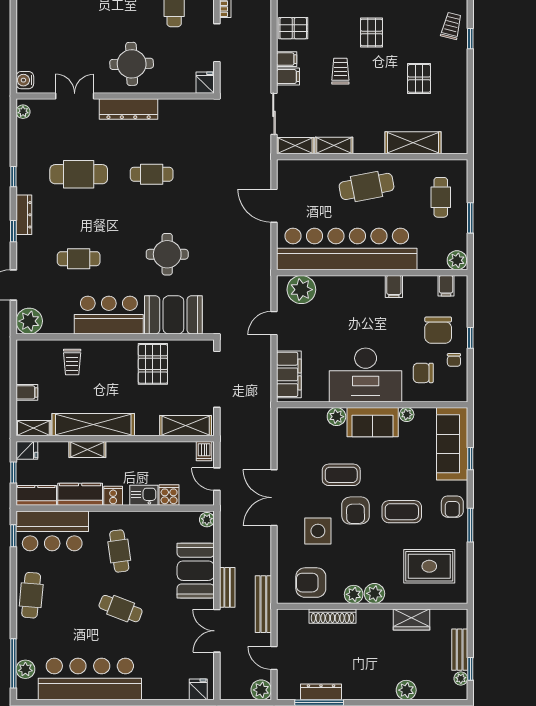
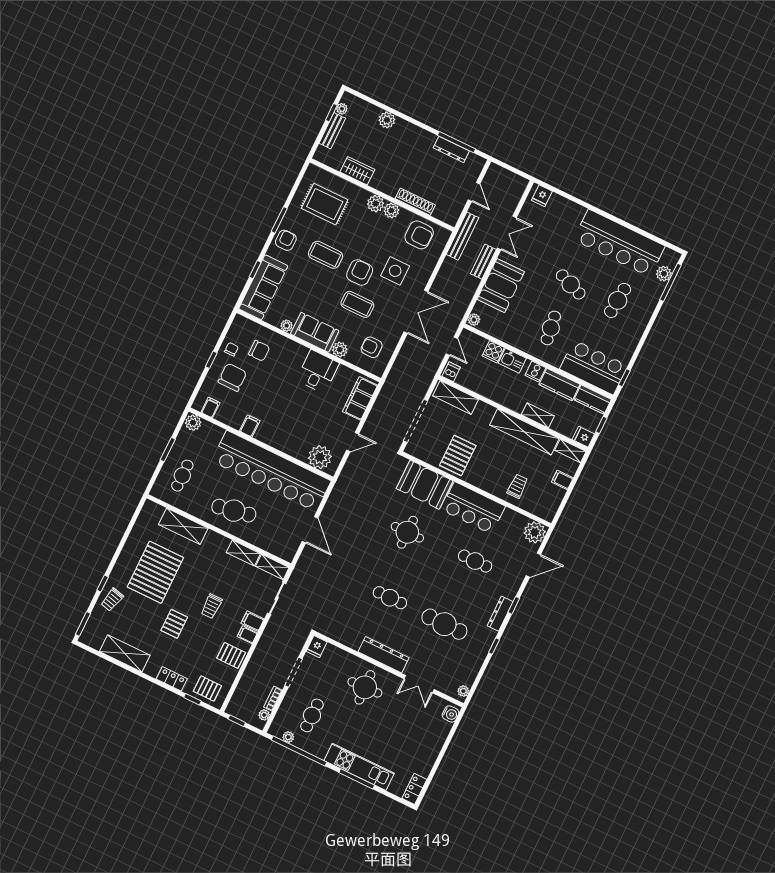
pallet: (419, 78) -> (155, 572), width x2.05, depth x2.00
desk: (366, 375) -> (318, 372), width x0.53, depth x0.77
armchair: (303, 436) -> (372, 347), added
cafe table: (31, 595) -> (618, 300), moved
plant: (261, 690) -> (495, 173), removed

